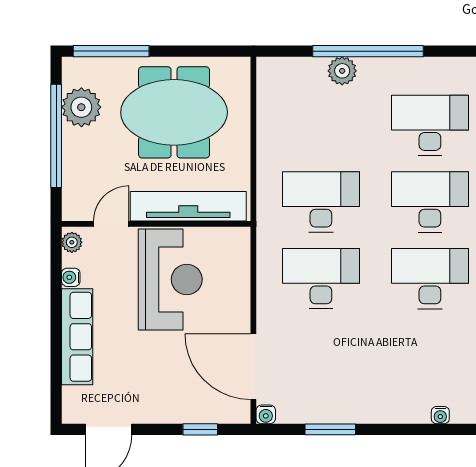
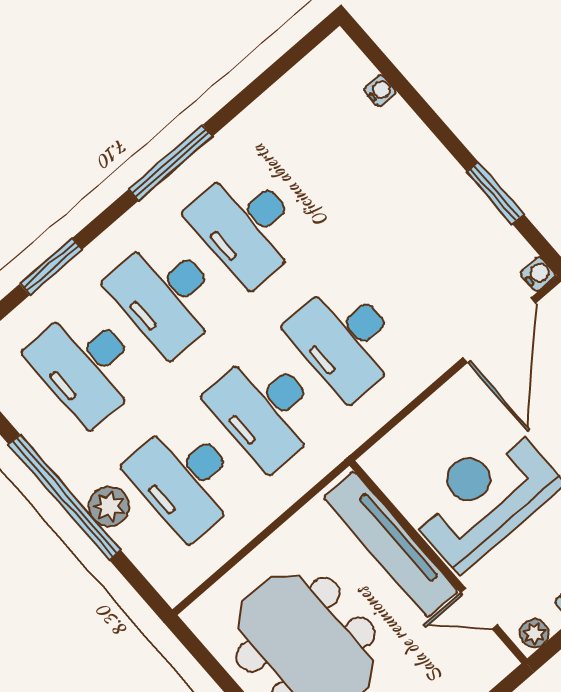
desk: (321, 125) -> (185, 479), added

